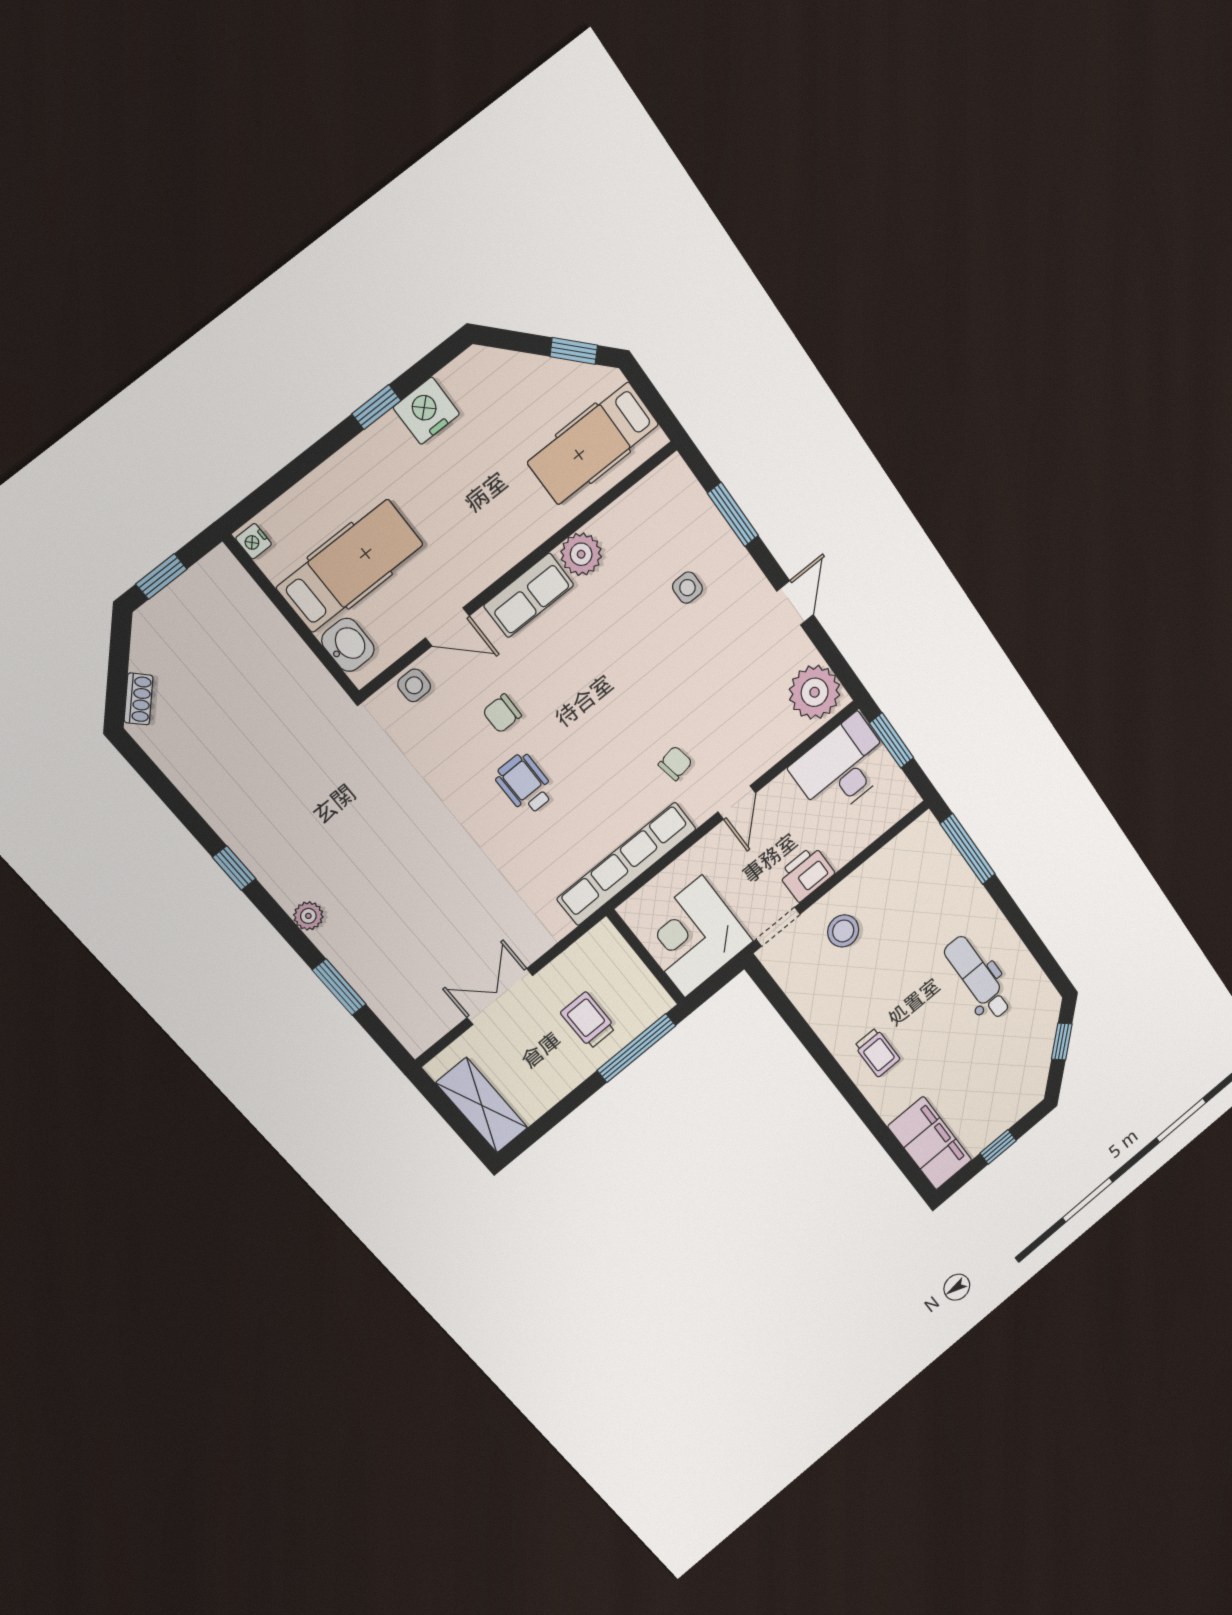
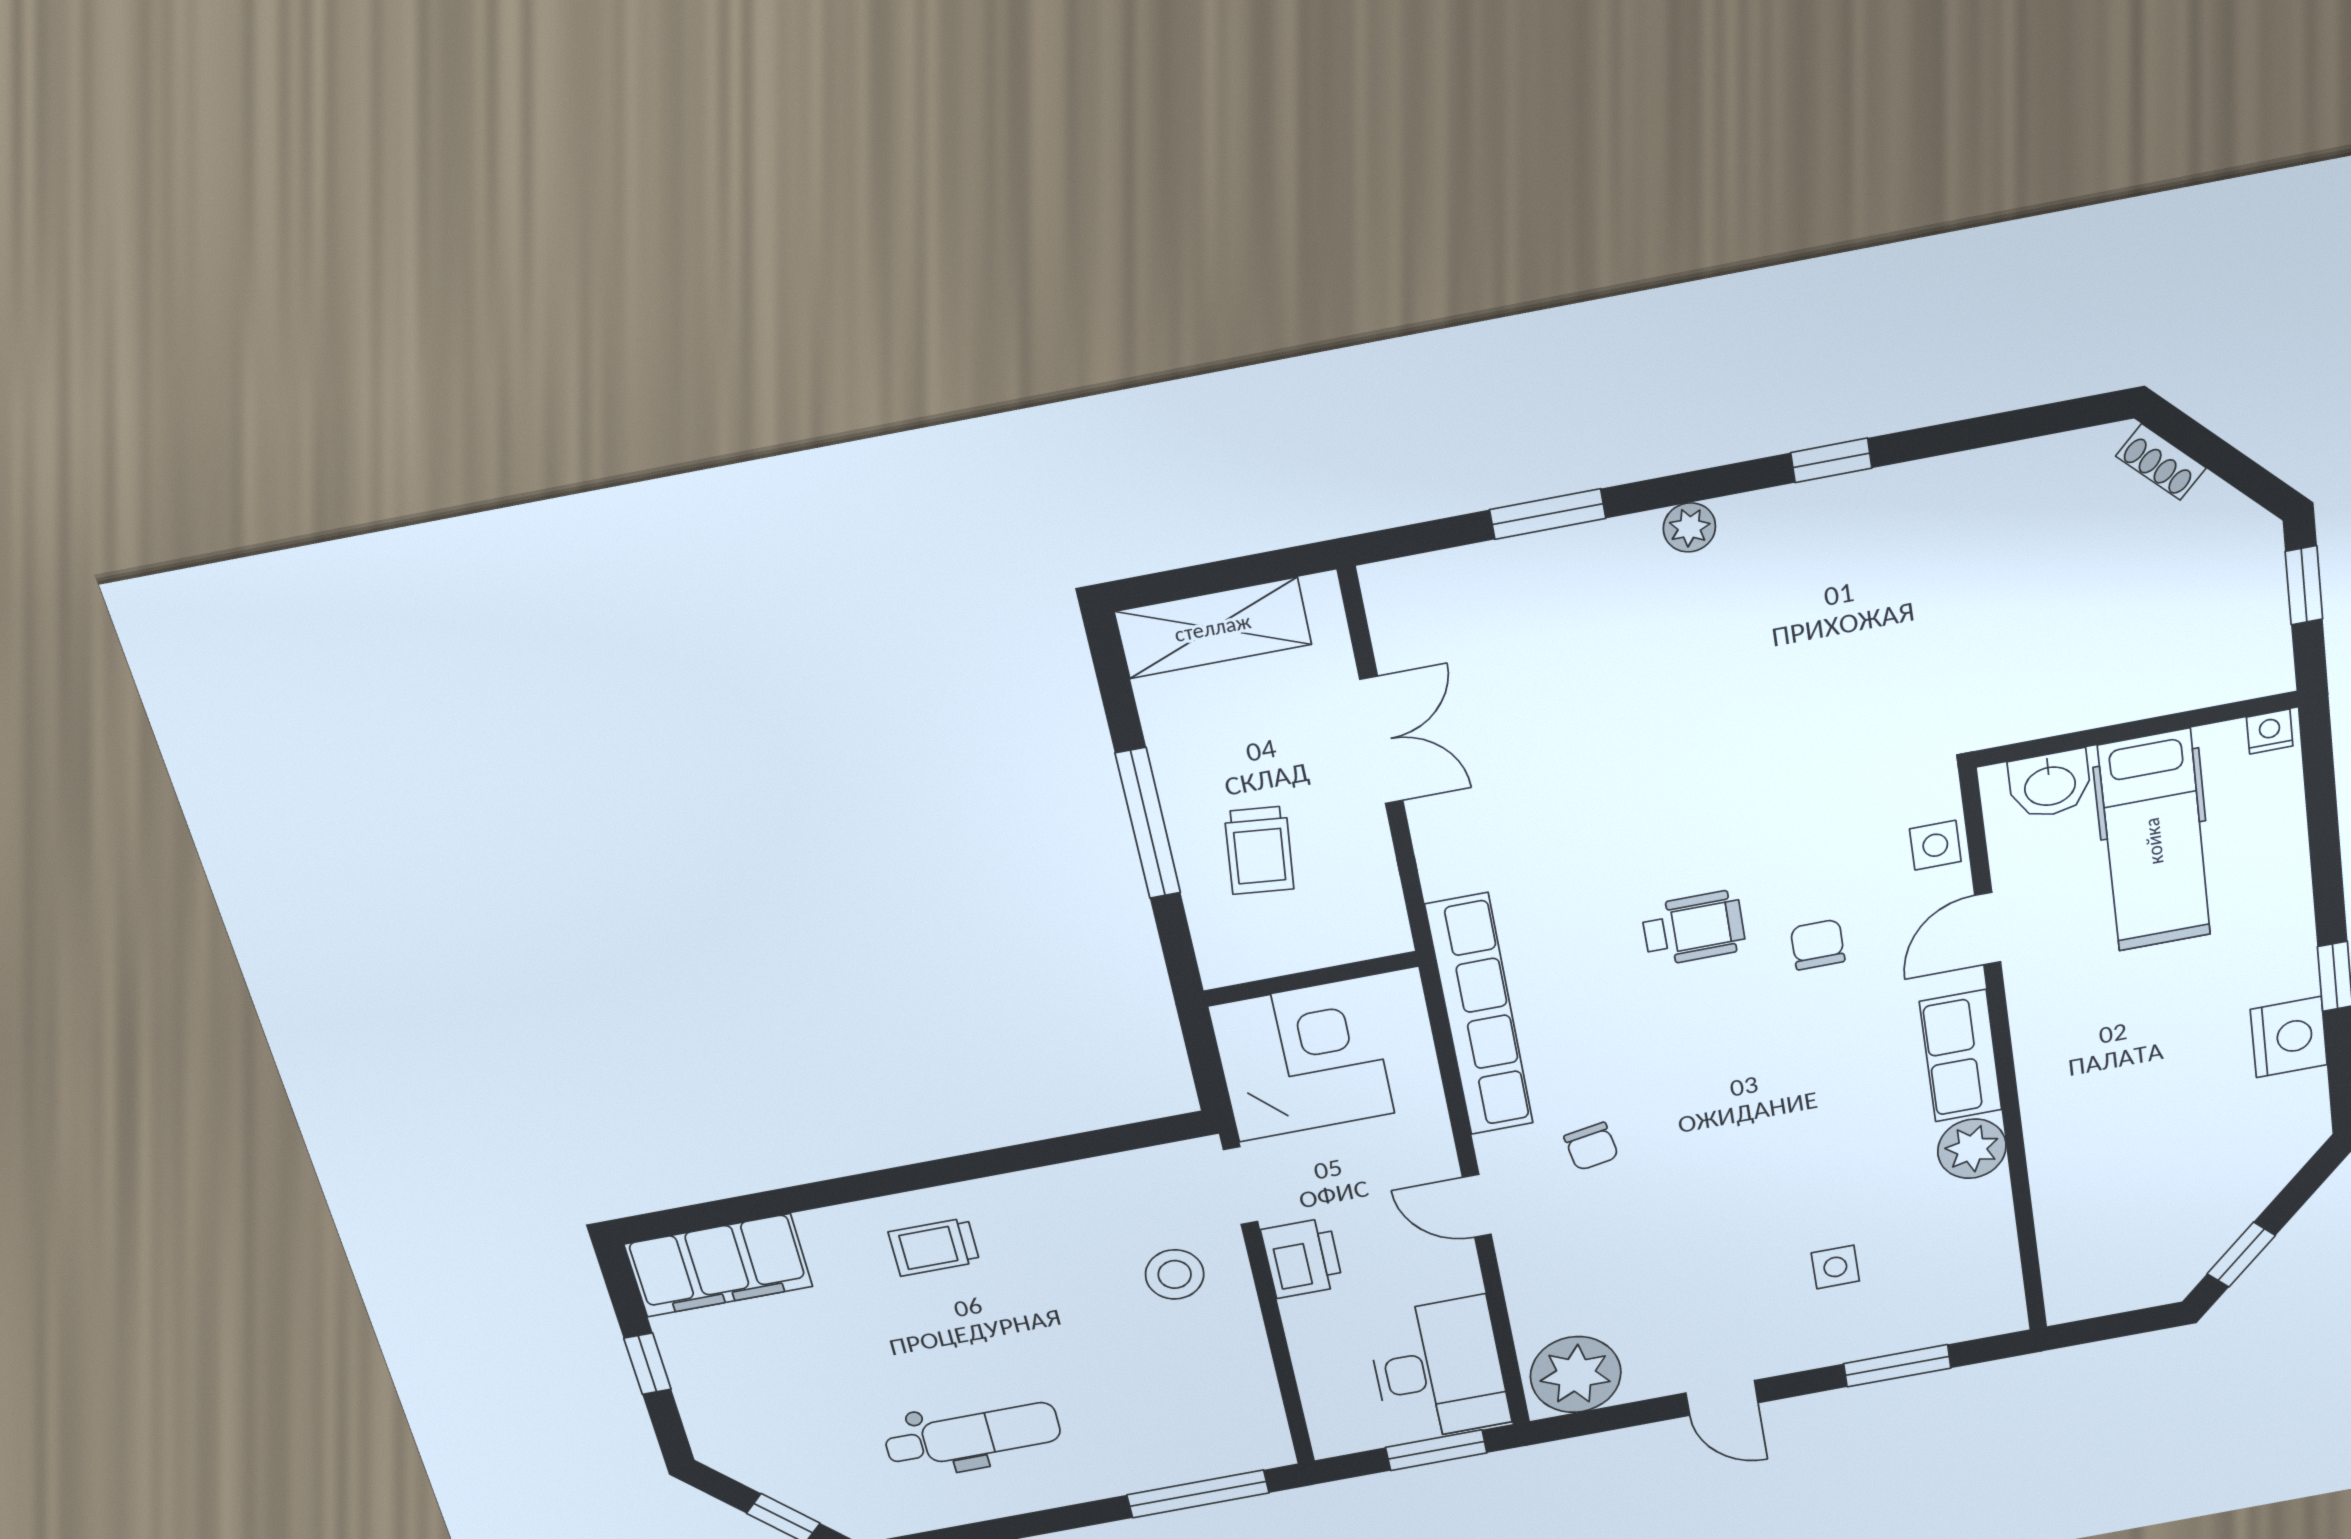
hospital bed: (593, 443) -> (2108, 1228), removed
trolley: (588, 1020) -> (1259, 850), turned 96
window: (636, 1048) -> (1148, 823), moved

